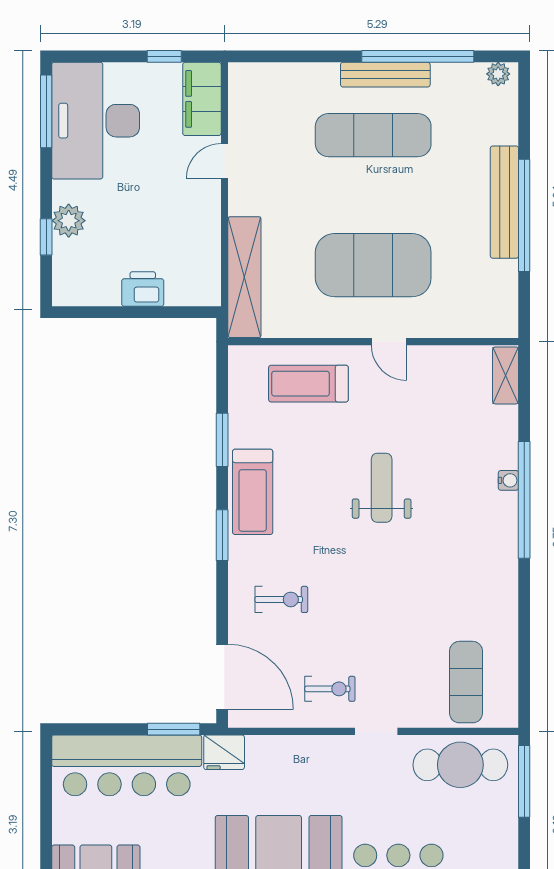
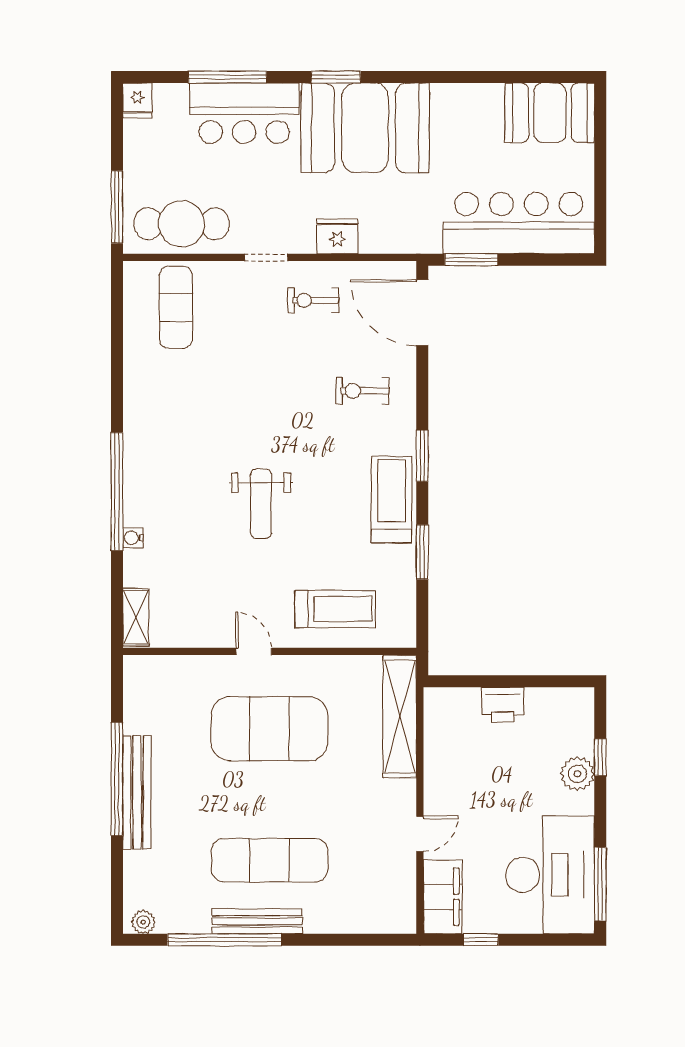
water cooler: (508, 480) -> (133, 538), moved
fridge: (224, 752) -> (337, 236), moved

